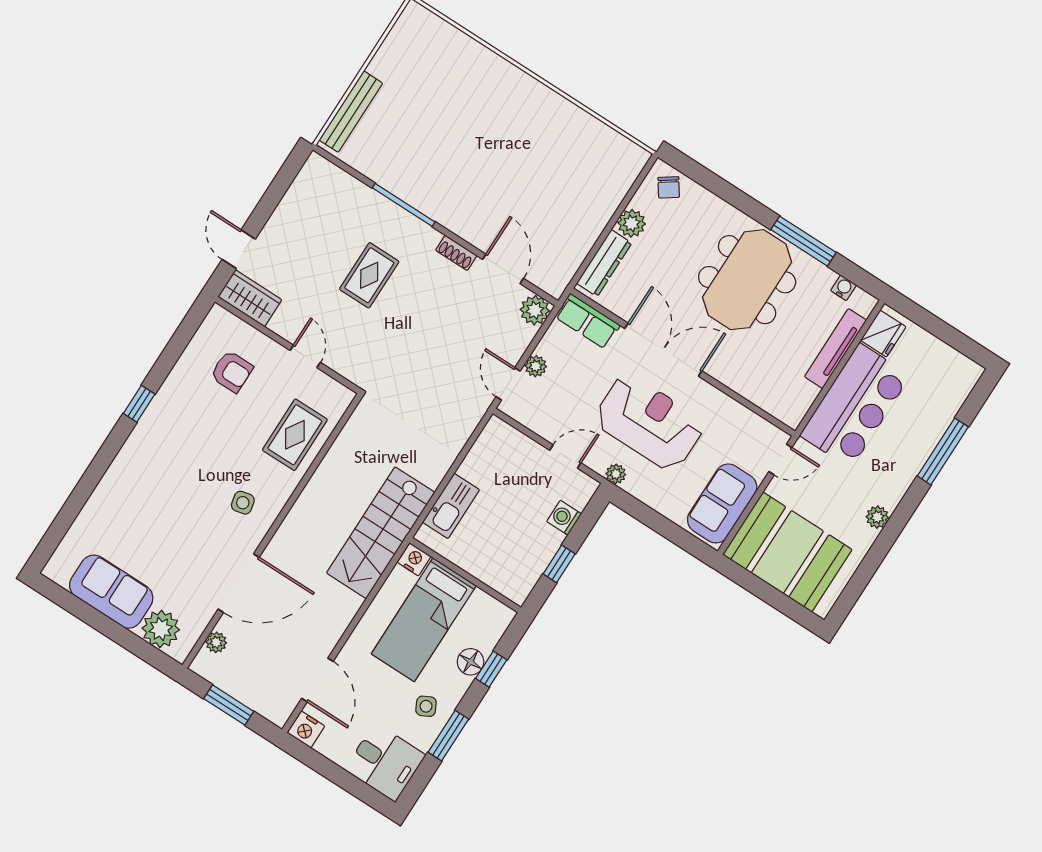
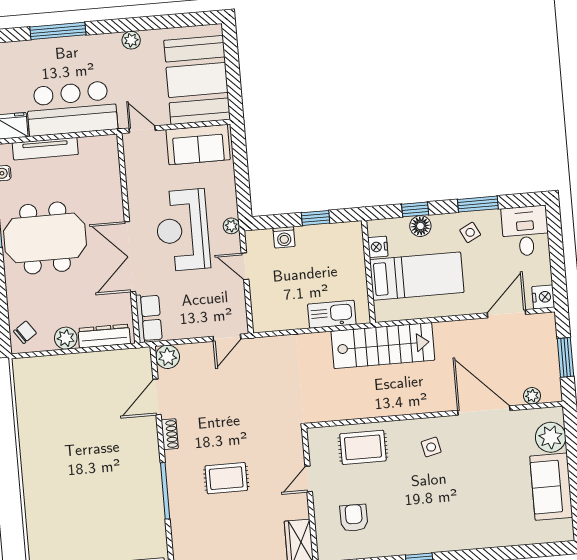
plant: (536, 366) -> (202, 329), removed
nightstand: (414, 559) -> (378, 247), moved

